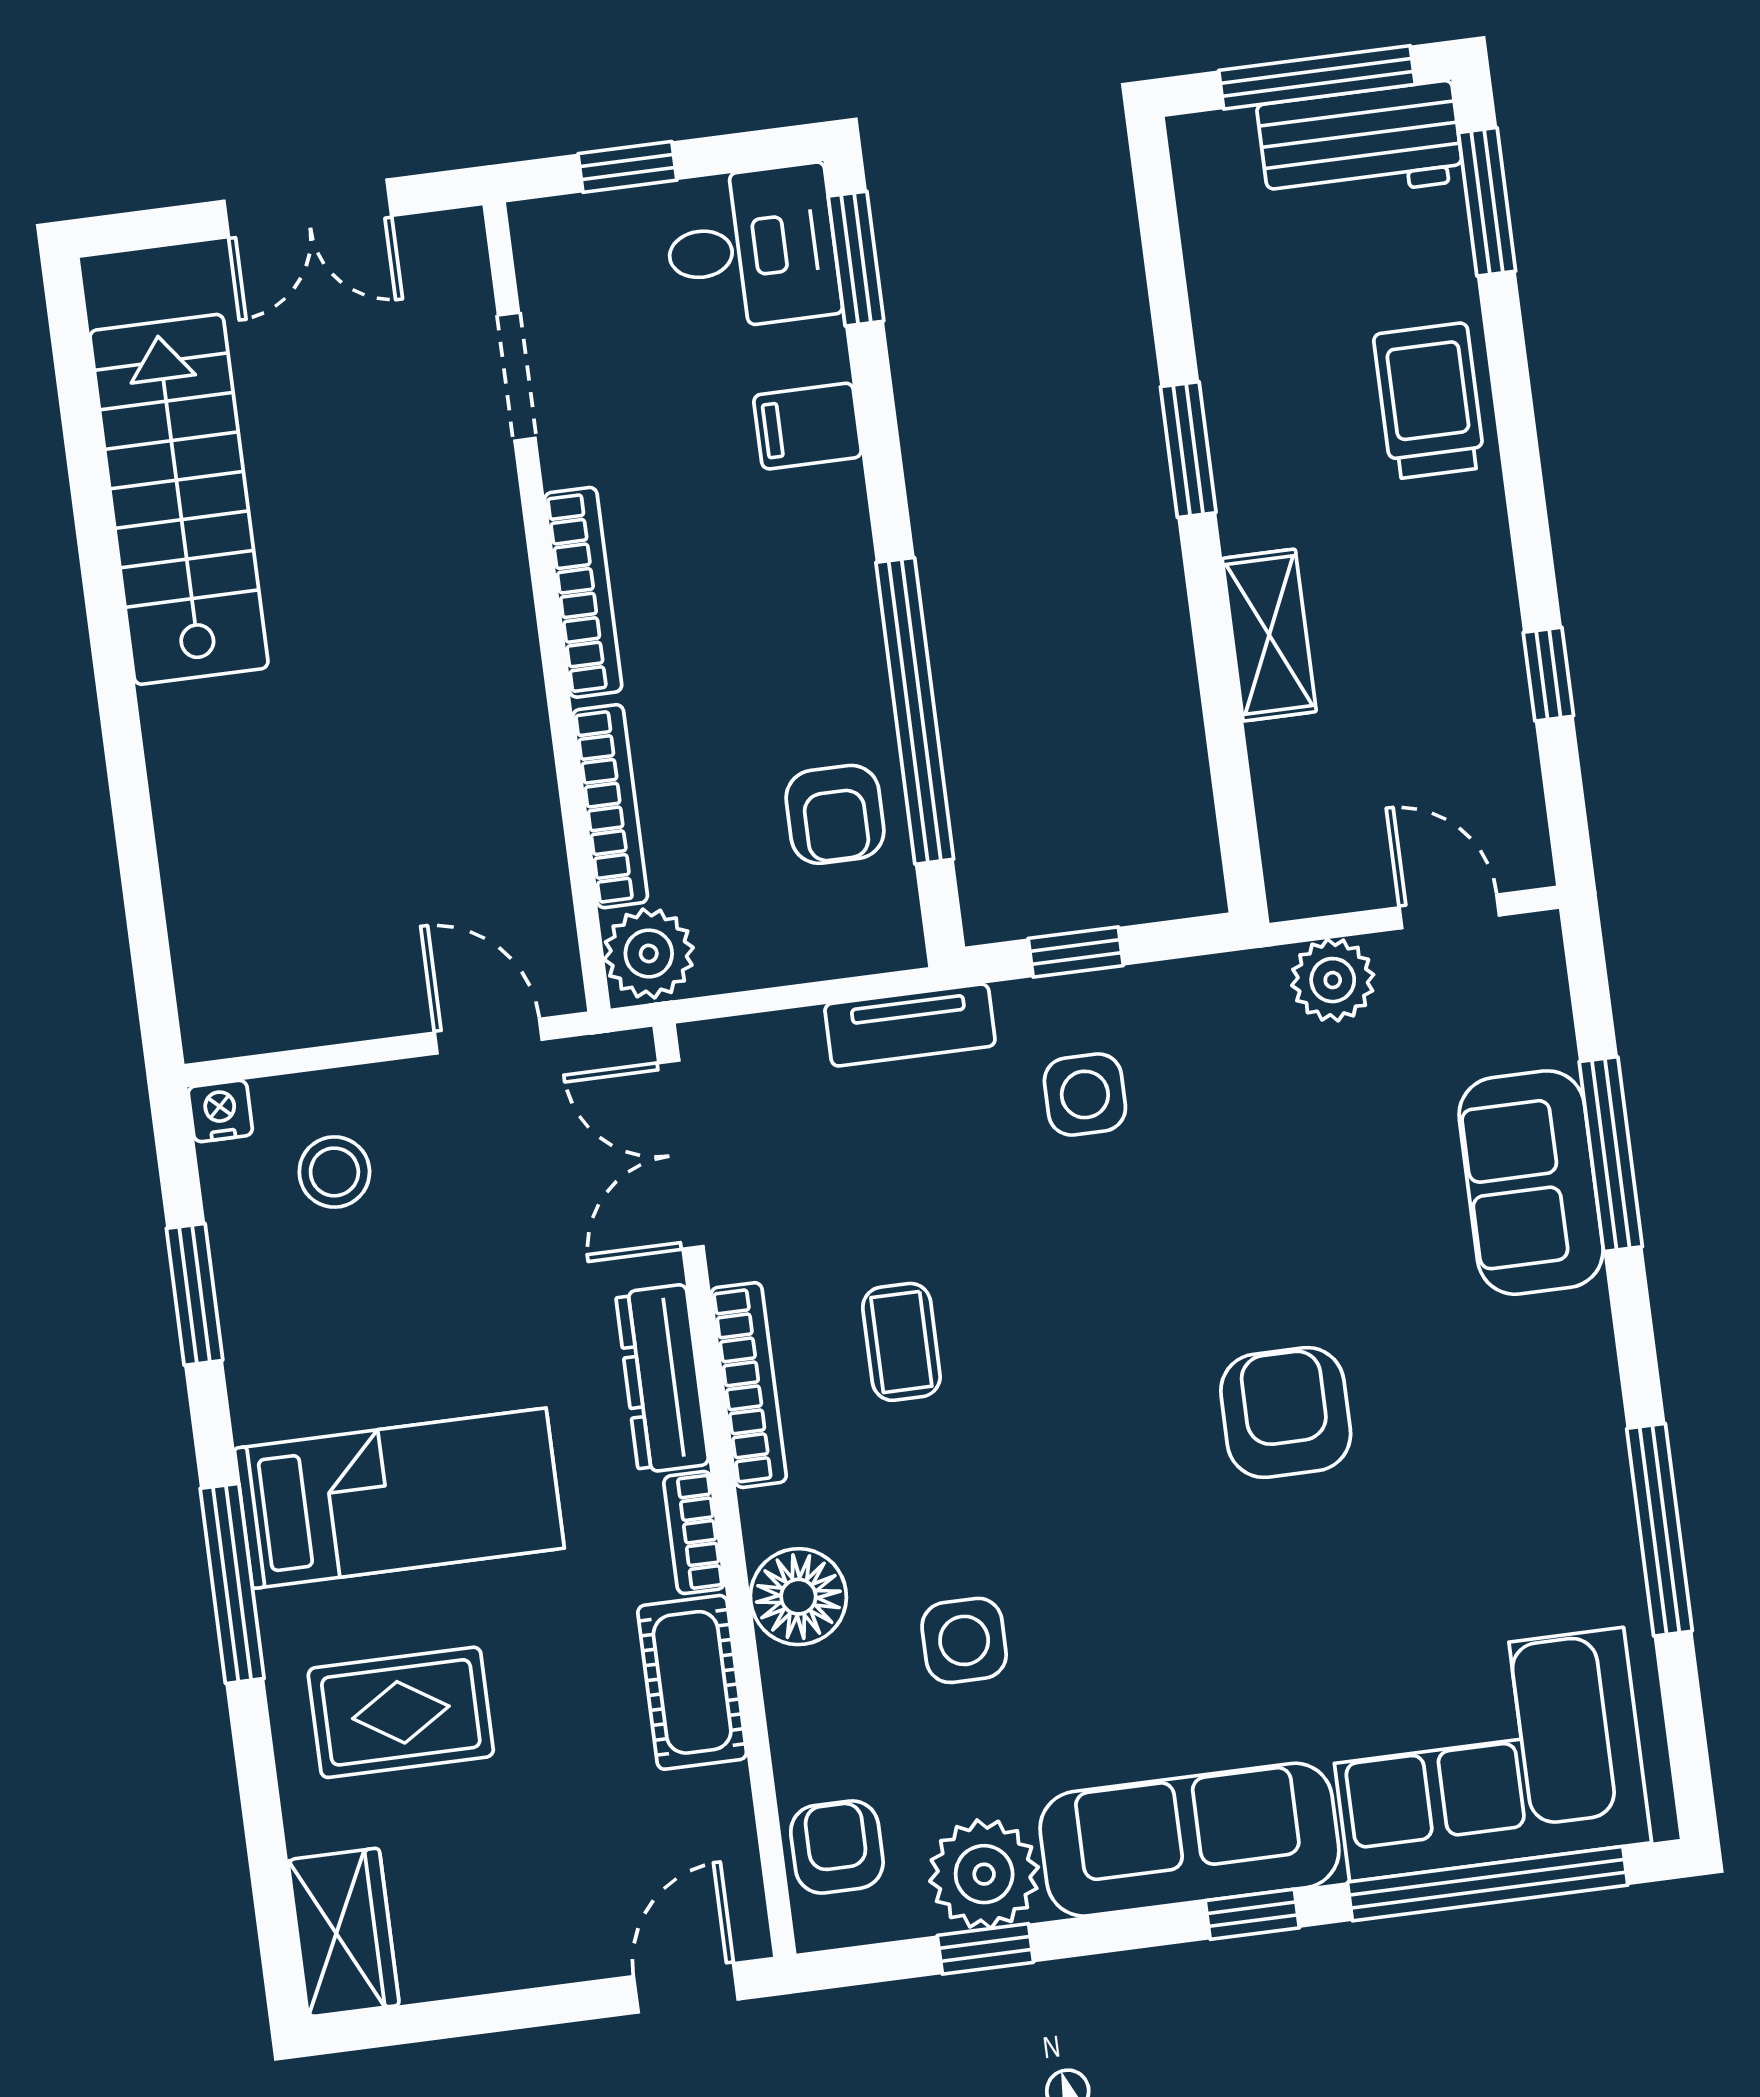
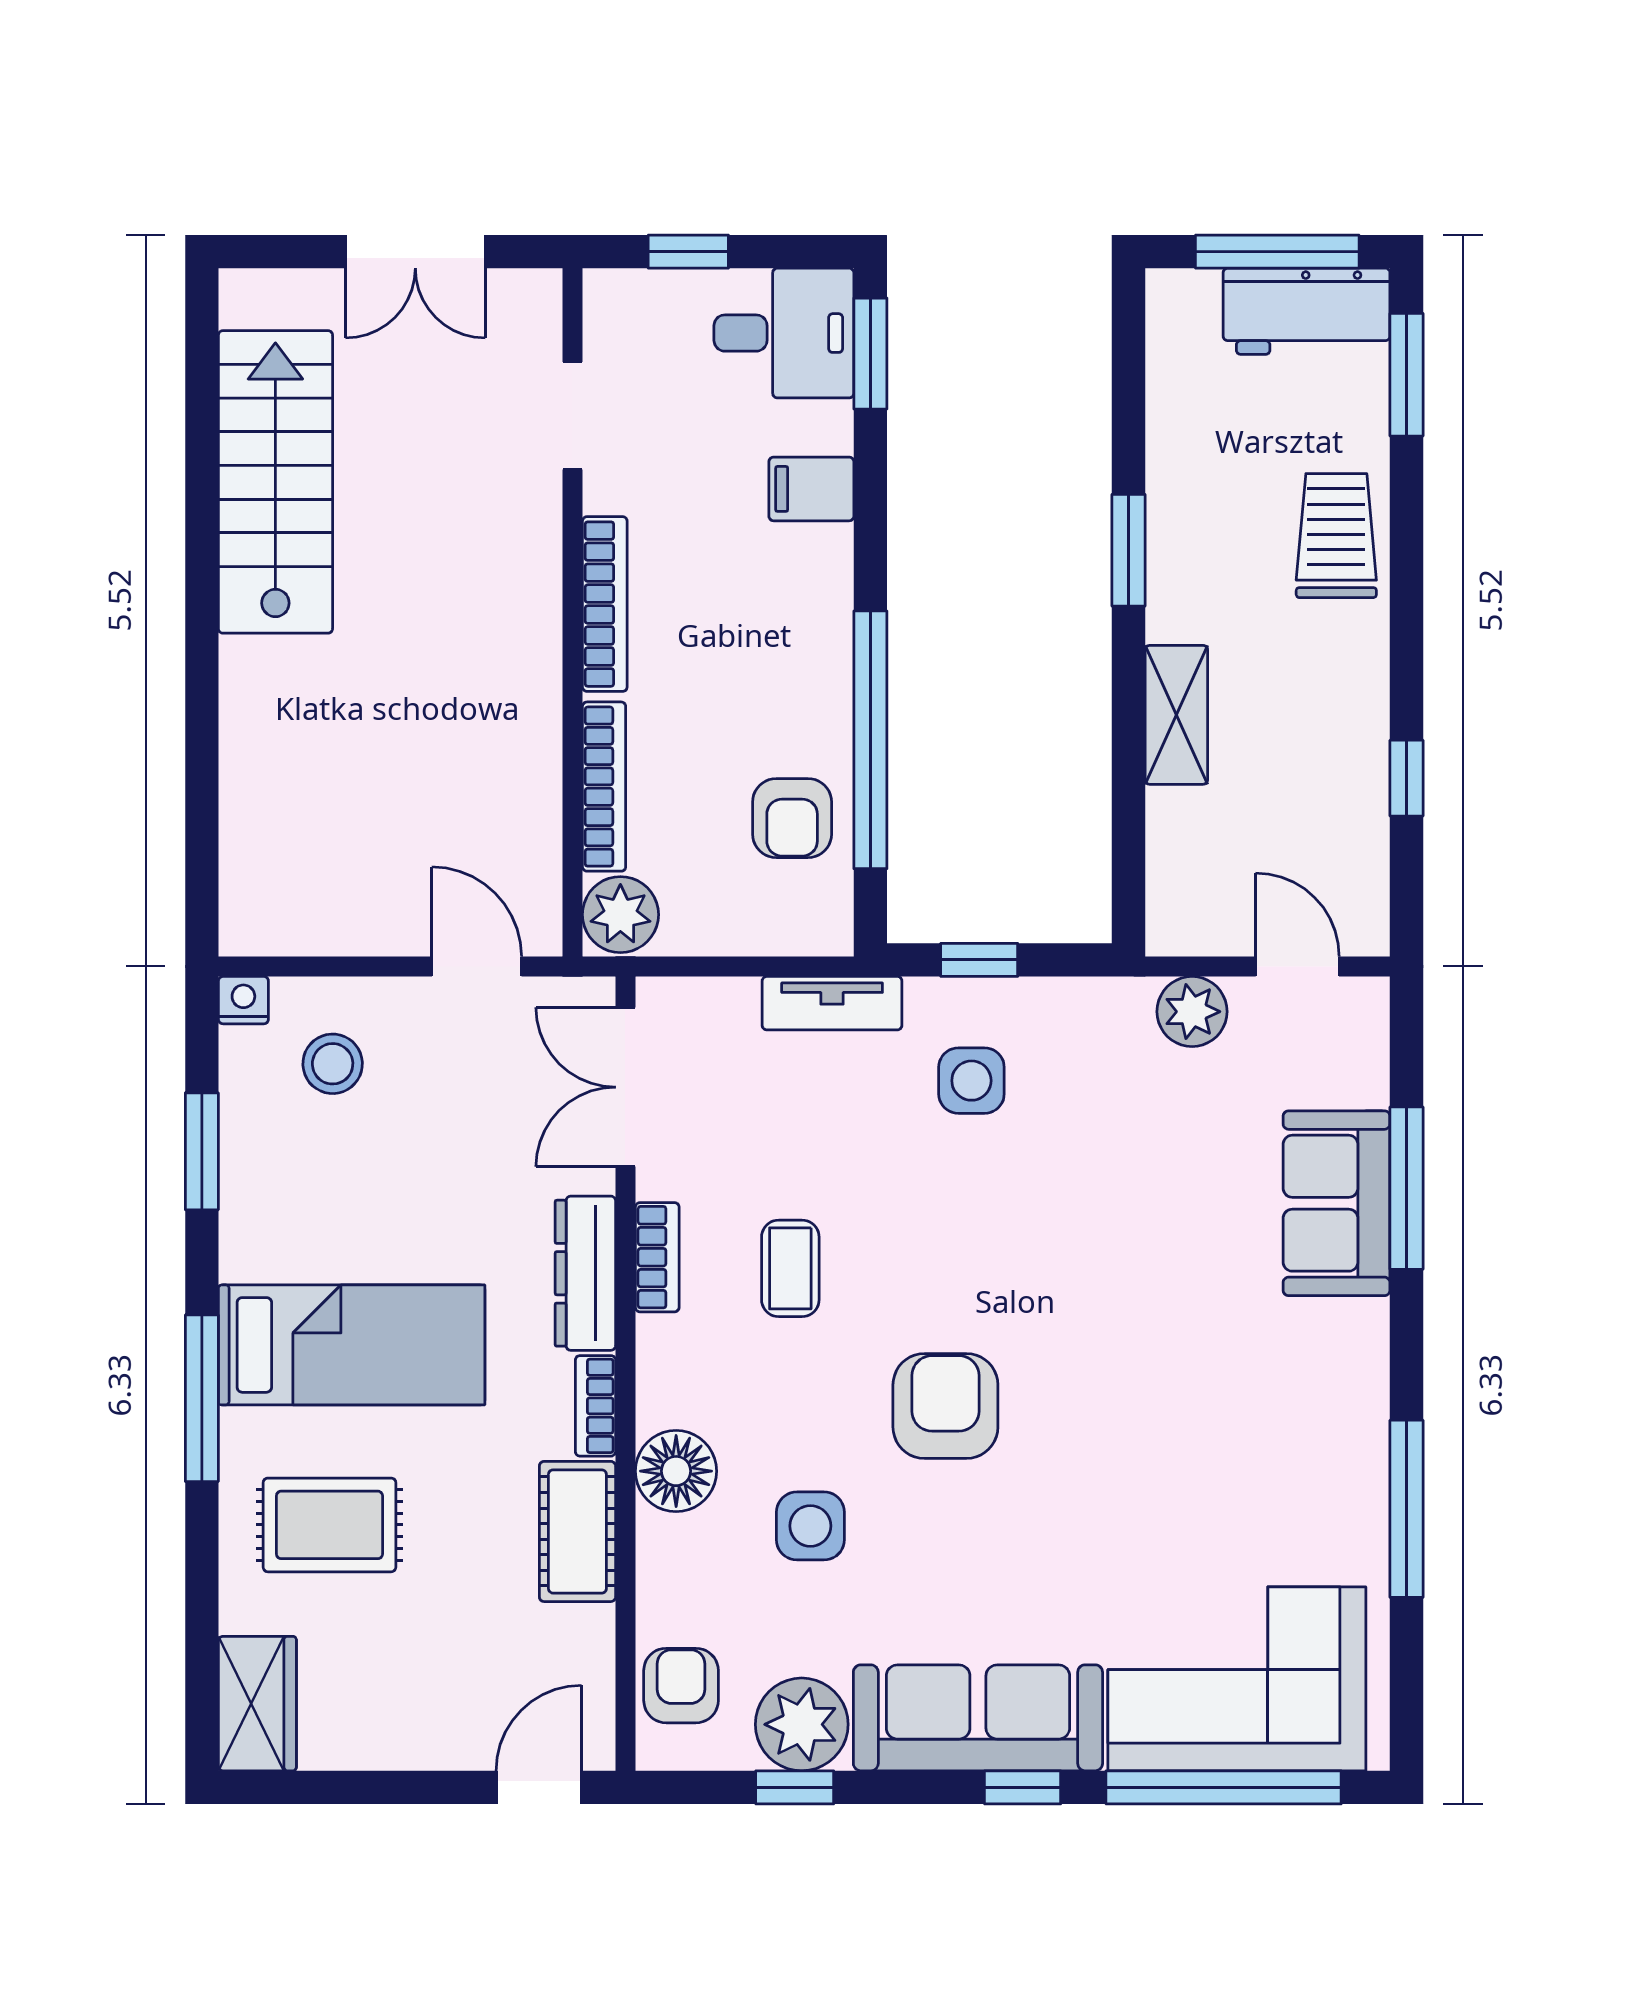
bookcase: (749, 1385) -> (657, 1257), width x0.64
armchair: (1286, 1413) -> (945, 1406), moved

